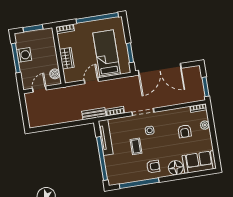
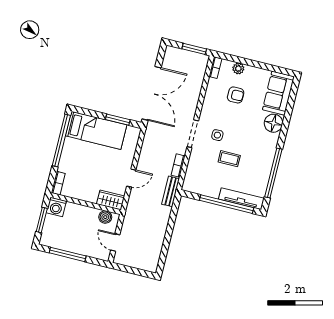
bed: (107, 54) -> (96, 130), moved, turned 180
washing machine: (24, 55) -> (56, 207), moved, turned 180
wardrobe: (67, 58) -> (111, 200), moved
door: (91, 81) -> (131, 178), swing flipped
tv unit: (106, 137) -> (241, 199), moved
armchair: (153, 166) -> (261, 149), removed

